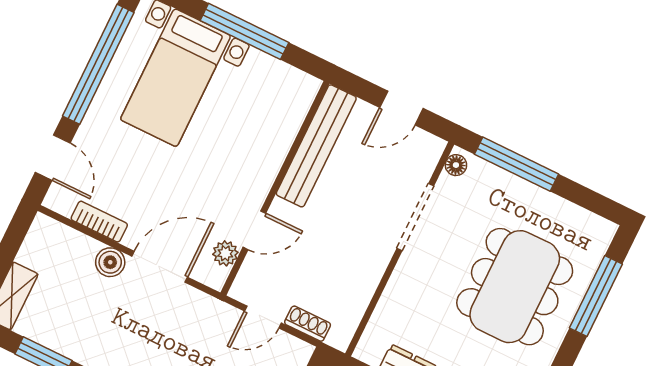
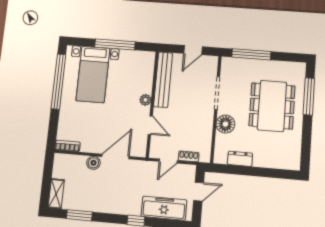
door: (53, 158) -> (53, 128), removed
floor lamp: (456, 165) -> (225, 124), moved, width x1.89, depth x1.89
bookcase: (99, 222) -> (67, 146), moved
door: (254, 230) -> (150, 125), hinge flipped
plant: (225, 253) -> (145, 100), moved

